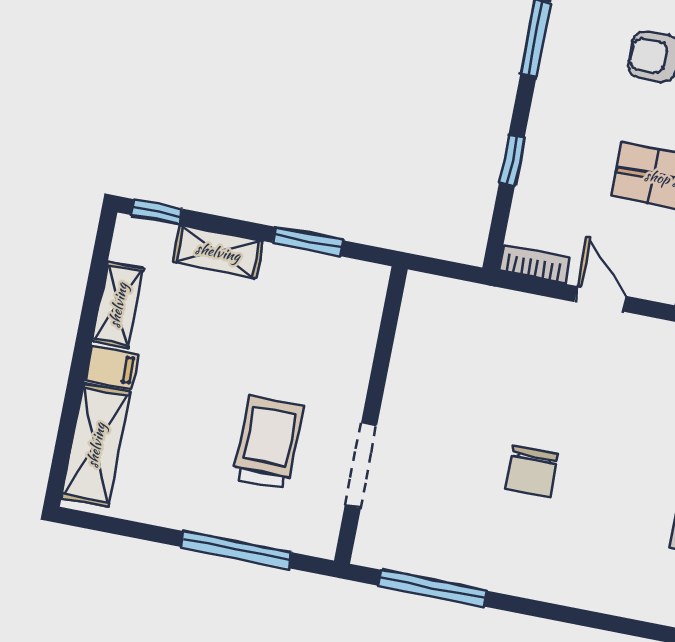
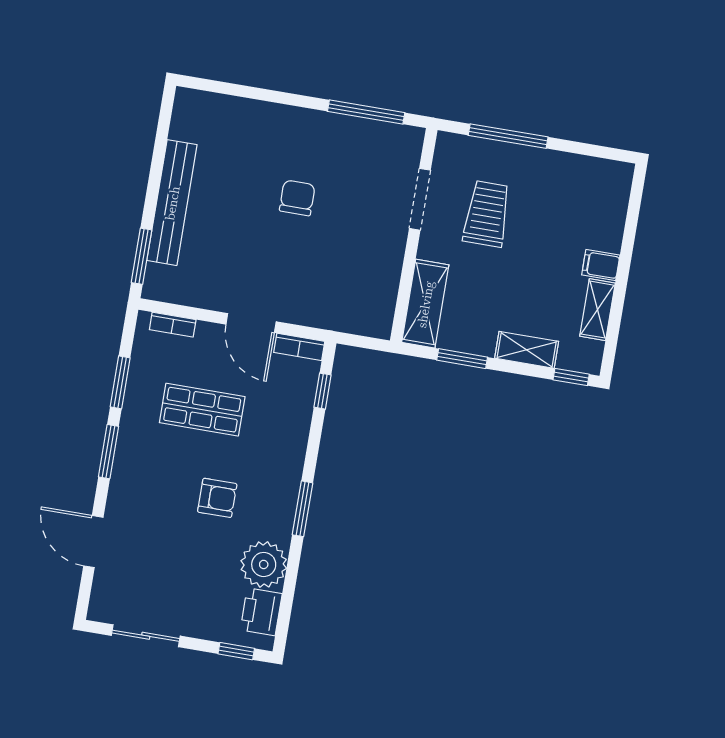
window: (512, 160) -> (322, 391), moved
door: (600, 299) -> (251, 323), width x1.38
trolley: (268, 442) -> (487, 214), turned 180
shelving: (96, 445) -> (425, 304), moved

